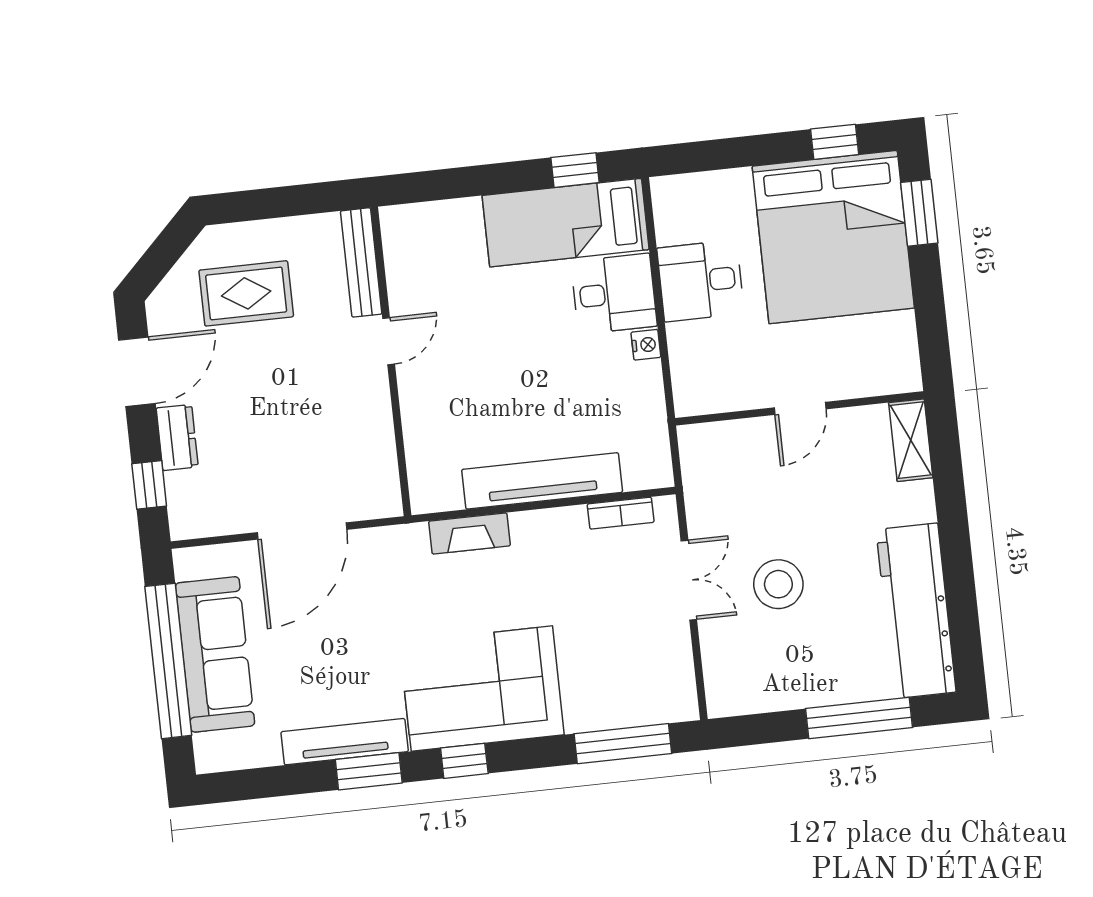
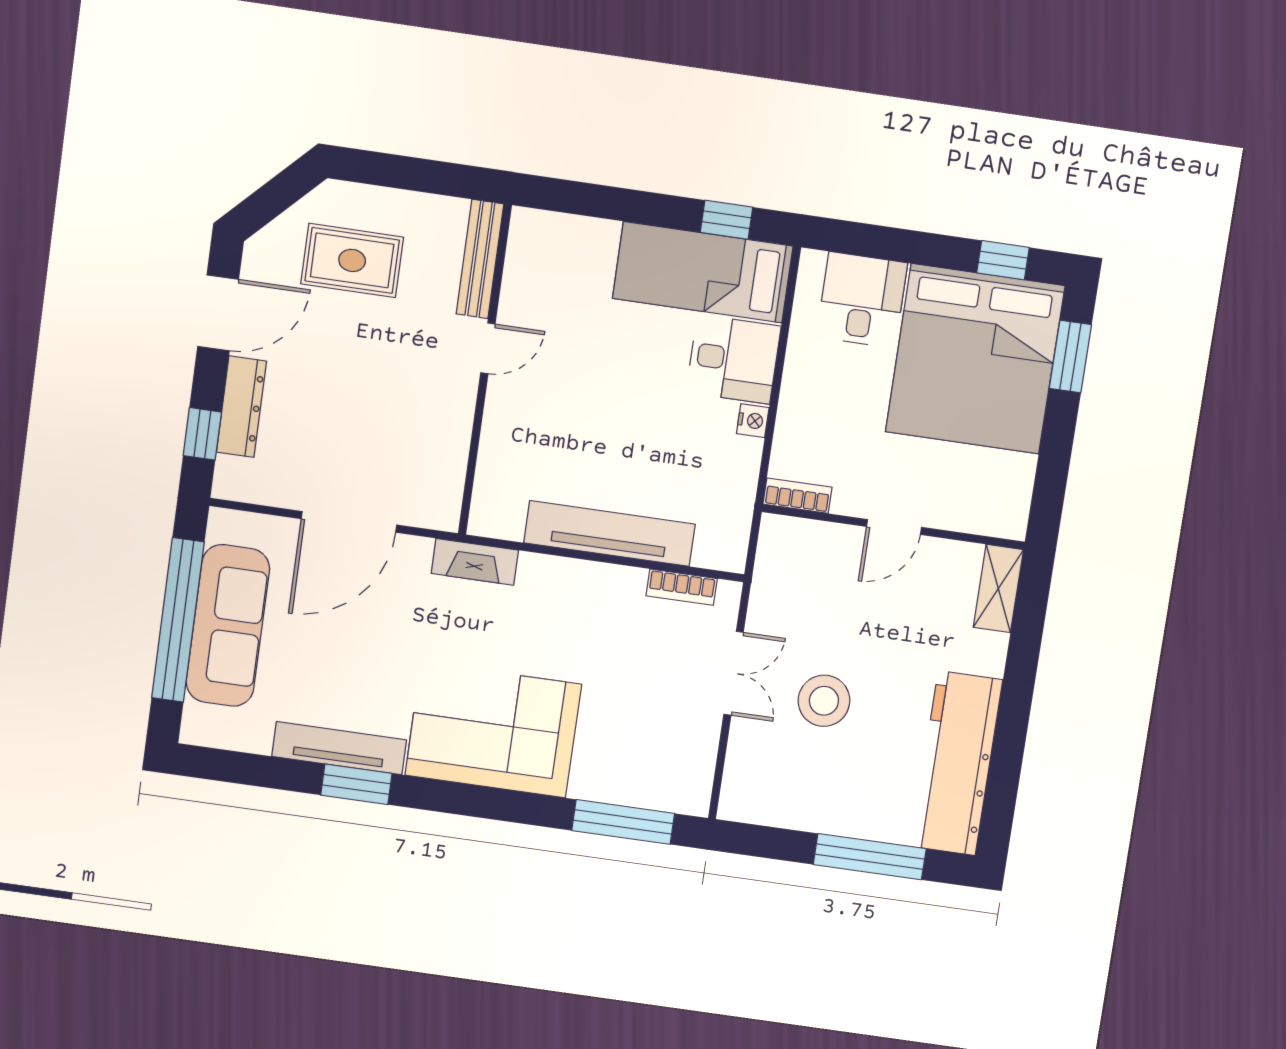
desk: (701, 281) -> (862, 300), moved, turned 90
bookcase: (705, 402) -> (798, 496), added
dresser: (177, 437) -> (241, 407), width x1.44
fireplace: (469, 533) -> (475, 562), moved
window: (464, 761) -> (457, 798), removed

